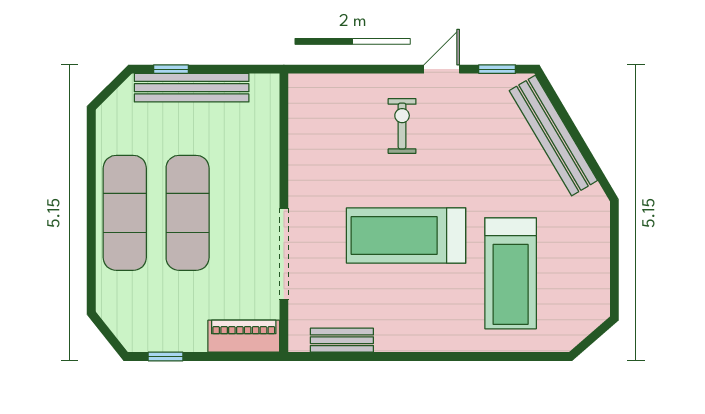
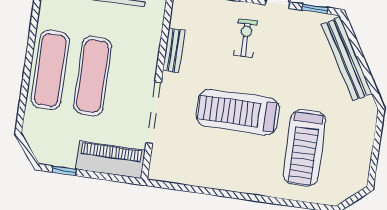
piano: (244, 336) -> (110, 160), width x1.37, depth x1.33
bench: (342, 340) -> (174, 50), moved, turned 90

